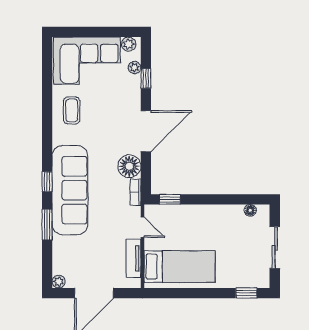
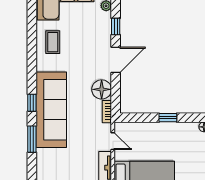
window: (146, 78) -> (116, 27), moved
door: (146, 131) -> (116, 60), width x0.73
window: (170, 199) -> (168, 118), moved

